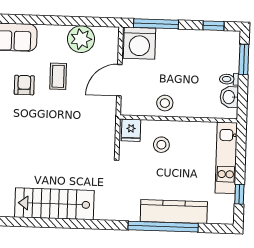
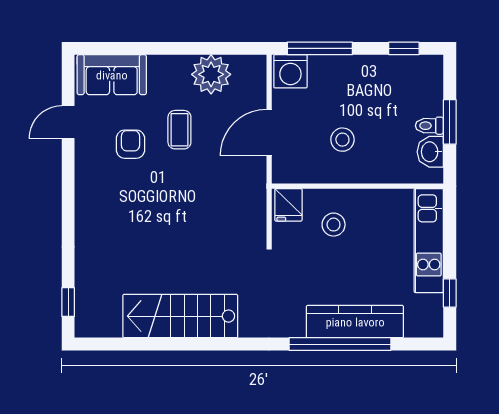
washing machine: (139, 43) -> (290, 71), width x0.73, depth x0.73
window: (244, 60) -> (450, 122), moved
stool: (165, 103) -> (342, 140), moved

